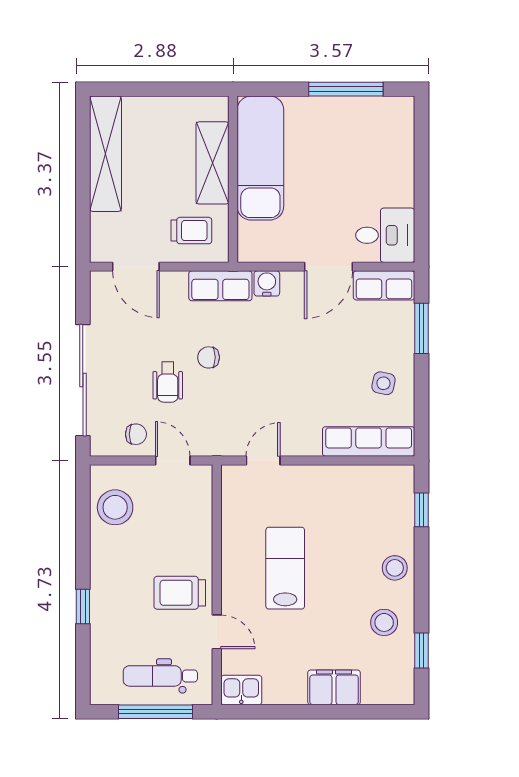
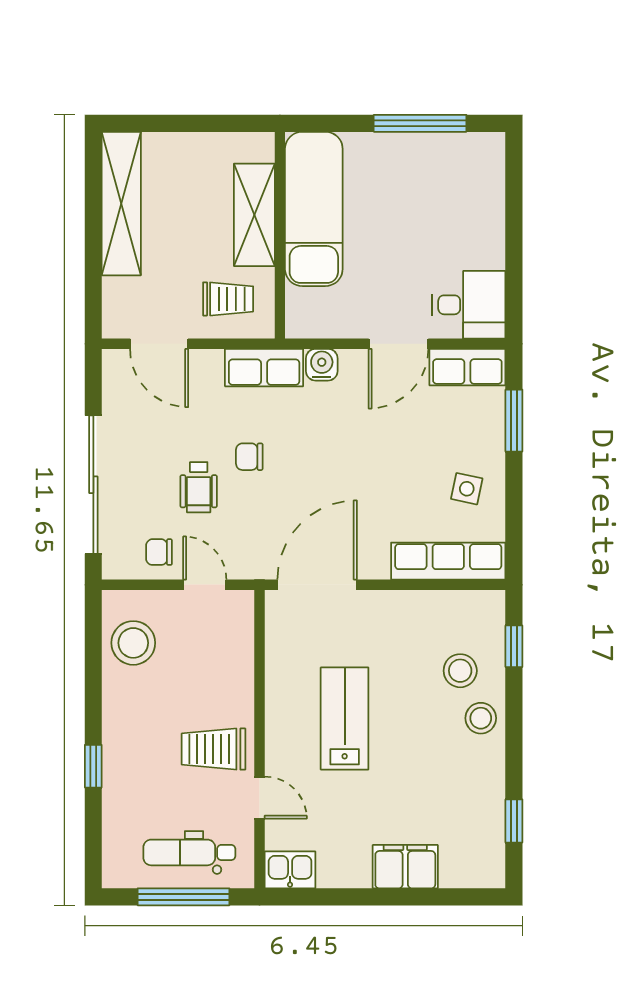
chair: (136, 434) -> (159, 552), turned 180
door: (263, 460) -> (317, 585), width x1.88
stool: (384, 622) -> (460, 671), moved

